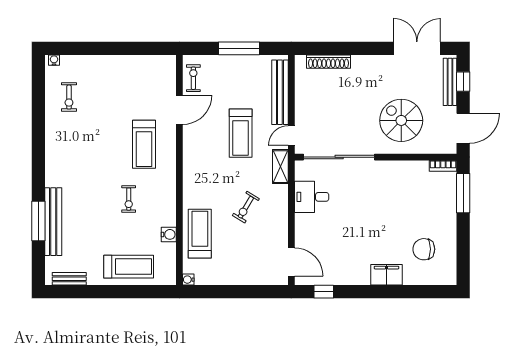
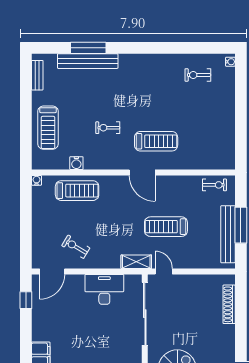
bench: (280, 92) -> (228, 234), moved, turned 90
door: (179, 110) -> (142, 173), moved
treadmill: (144, 144) -> (156, 141), turned 180
desk: (312, 197) -> (104, 289), width x1.37
exercise bike: (246, 207) -> (76, 247), moved

